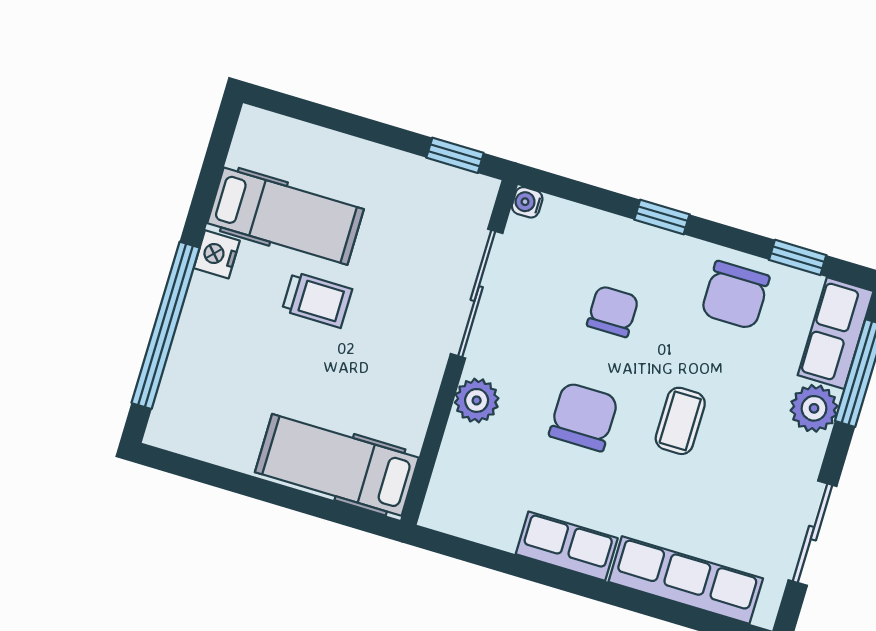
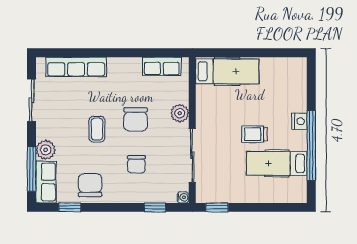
window: (662, 217) -> (155, 207), moved
nightstand: (217, 254) -> (299, 121), moved
window: (166, 325) -> (311, 146), moved
row of seats: (567, 546) -> (162, 66), moved

